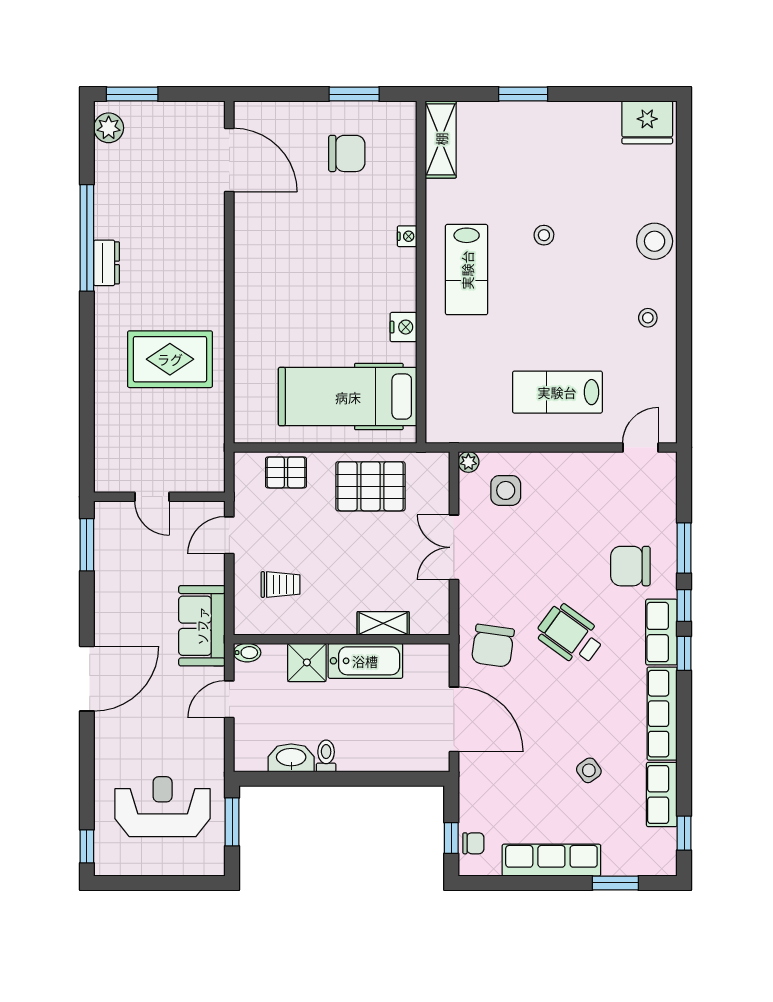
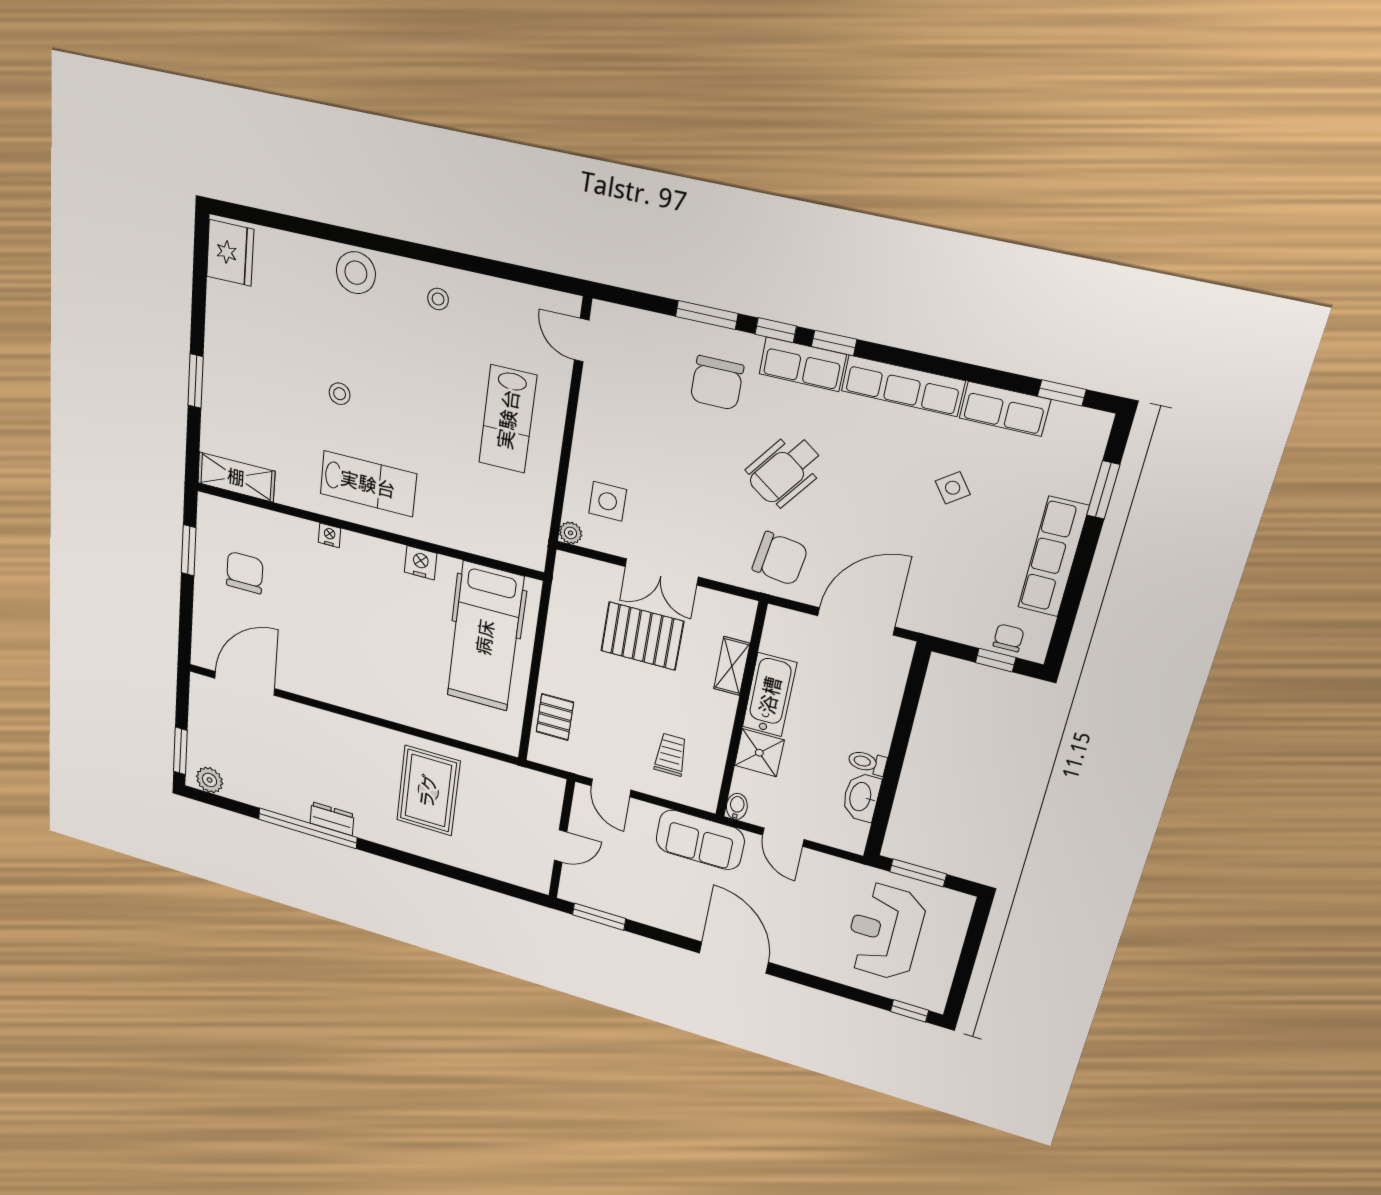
pallet: (370, 486) -> (642, 636), moved, turned 90

